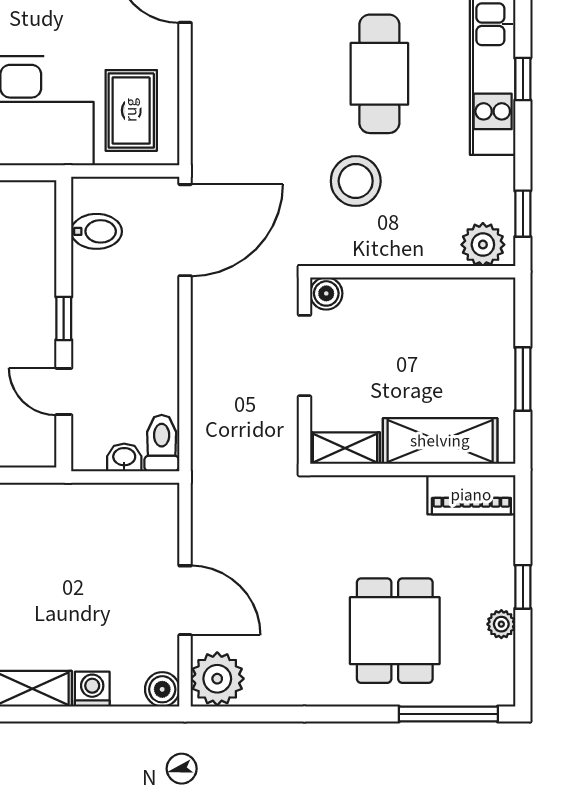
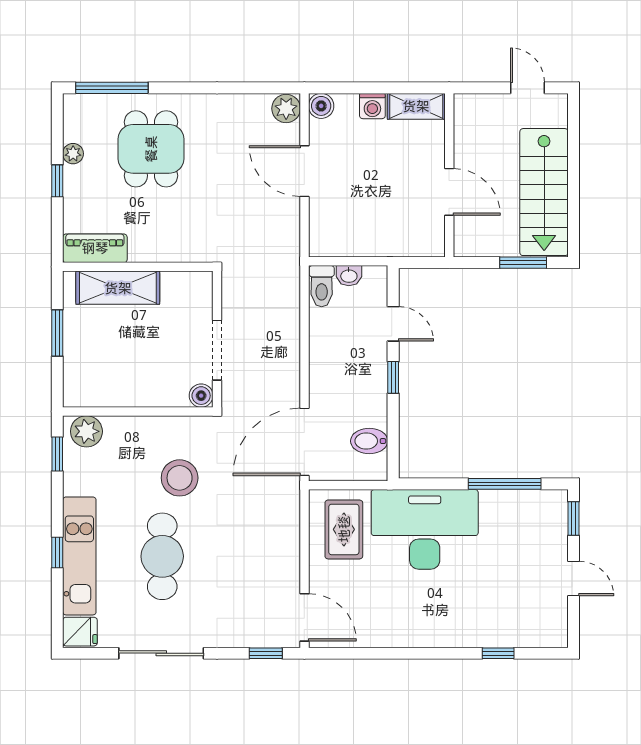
shelving: (345, 448) -> (187, 282), removed
plant: (217, 679) -> (286, 109), width x0.73, depth x0.73

